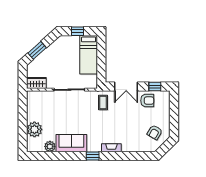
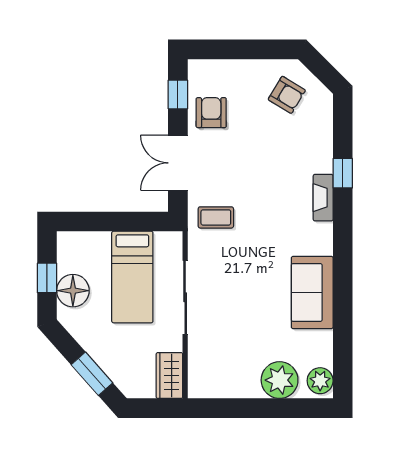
floor lamp: (72, 42) -> (73, 291), added
bed: (89, 55) -> (132, 277), moved, turned 90
double door: (126, 87) -> (178, 163), swing flipped
plant: (50, 146) -> (320, 381), moved
window: (93, 156) -> (343, 173), moved

